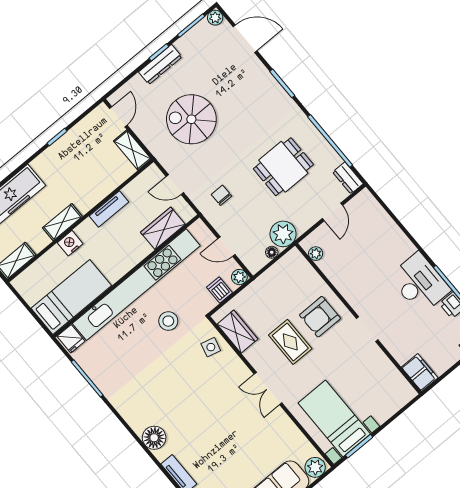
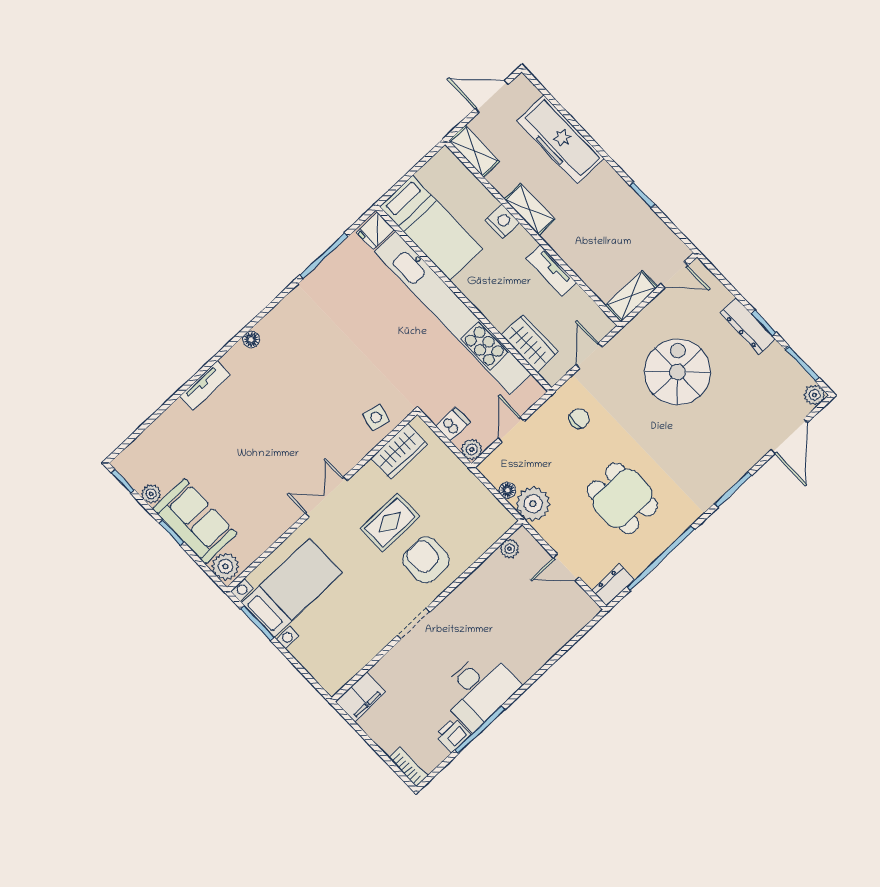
stool: (168, 321) -> (407, 359), removed
floor lamp: (154, 438) -> (251, 339), width x0.53, depth x0.53

